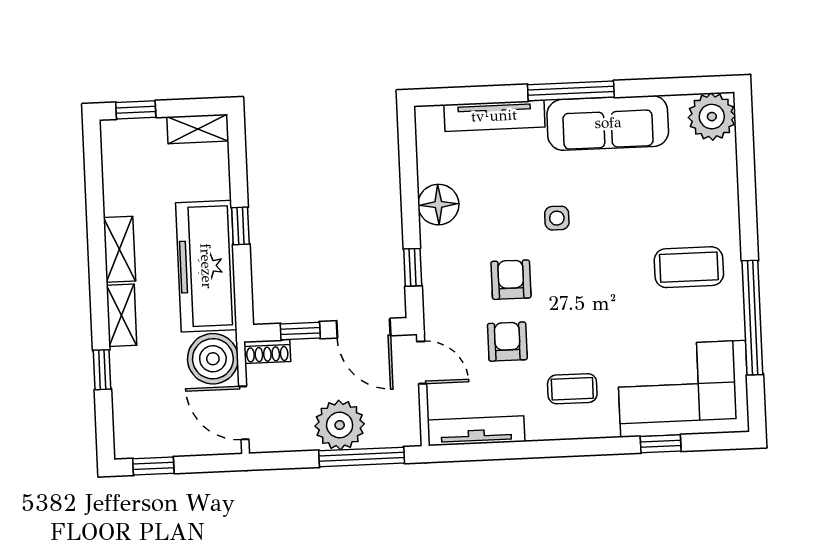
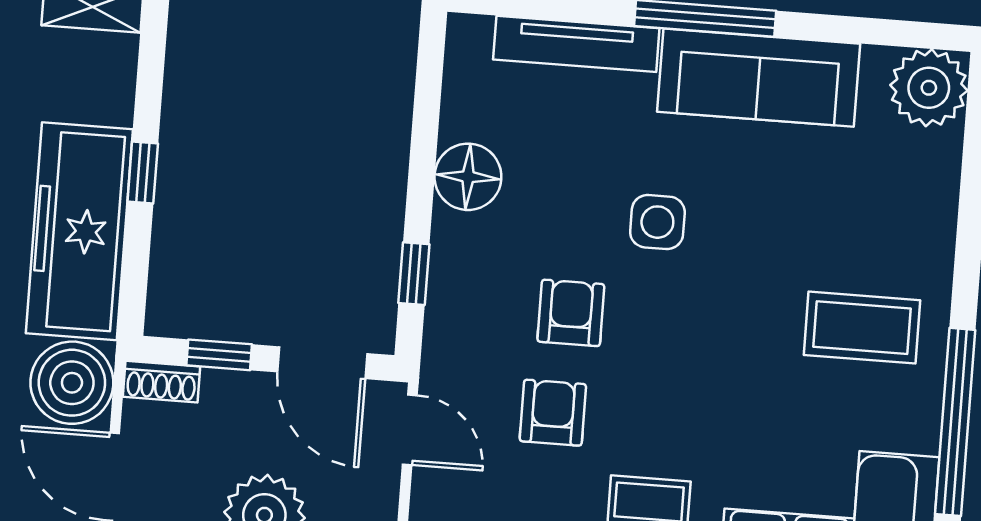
side table: (557, 218) -> (657, 222), width x1.37, depth x1.37

